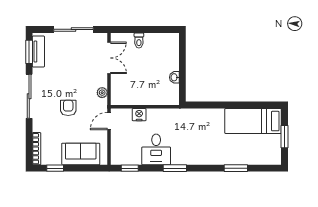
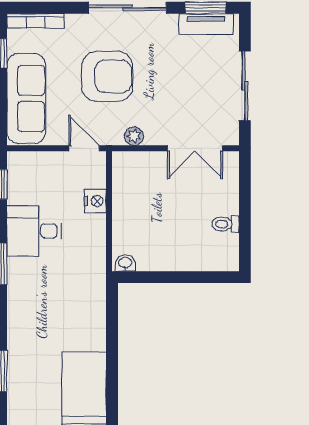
toilet: (139, 41) -> (225, 224), moved
washbasin: (174, 77) -> (125, 263), moved
armchair: (68, 108) -> (107, 76), width x1.88, depth x1.88
sofa: (81, 154) -> (26, 98), width x1.36

